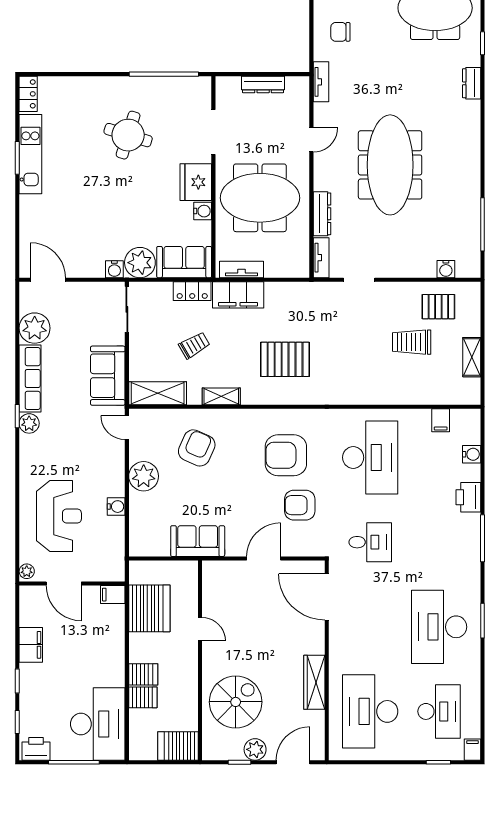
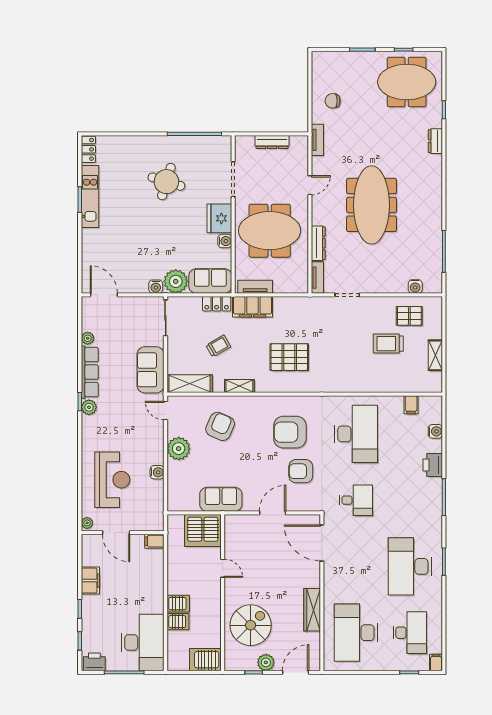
plant: (35, 328) -> (88, 338), width x0.53, depth x0.53
server rack: (149, 608) -> (203, 531), moved, turned 90

